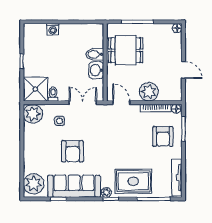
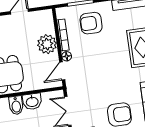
floor lamp: (176, 109) -> (67, 56), moved
armchair: (163, 136) -> (91, 23), turned 180

